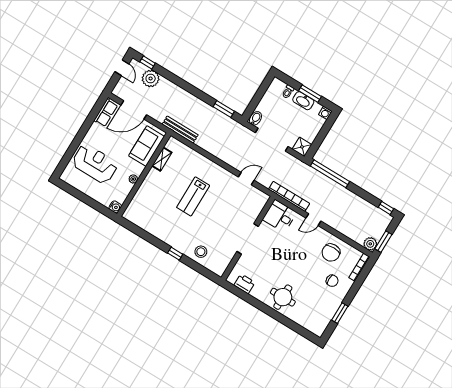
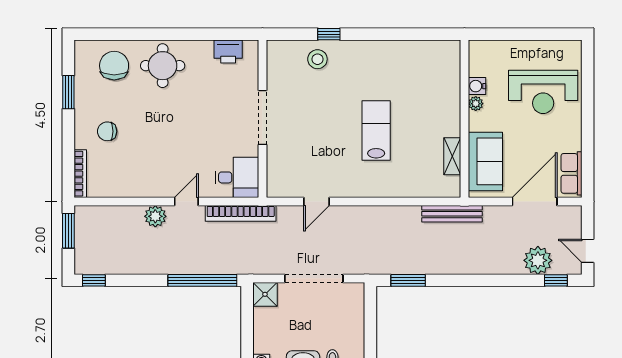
bidet: (256, 118) -> (355, 295), removed
water cooler: (115, 207) -> (477, 86), moved
plant: (370, 244) -> (155, 216), moved
chair: (331, 253) -> (114, 66), moved
window: (175, 254) -> (329, 34), moved

